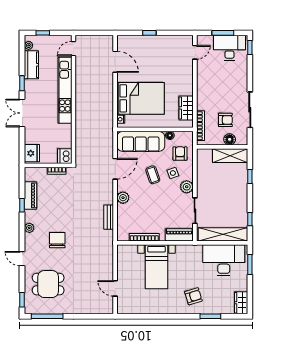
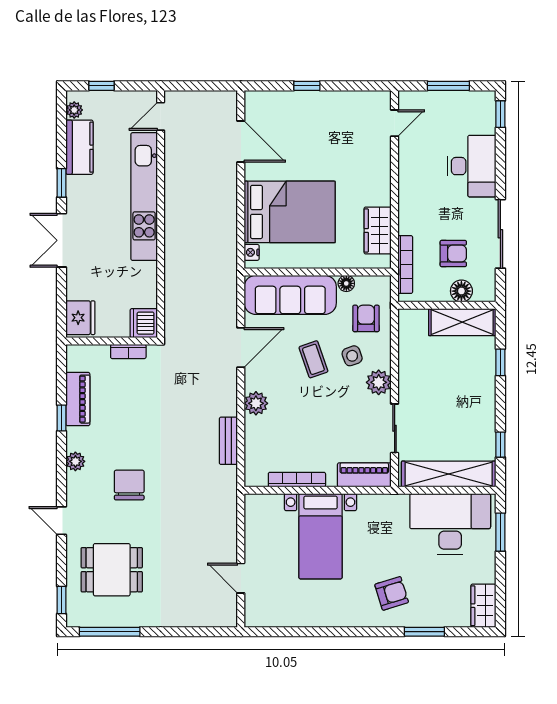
desk: (229, 48) -> (472, 166), moved, turned 90

